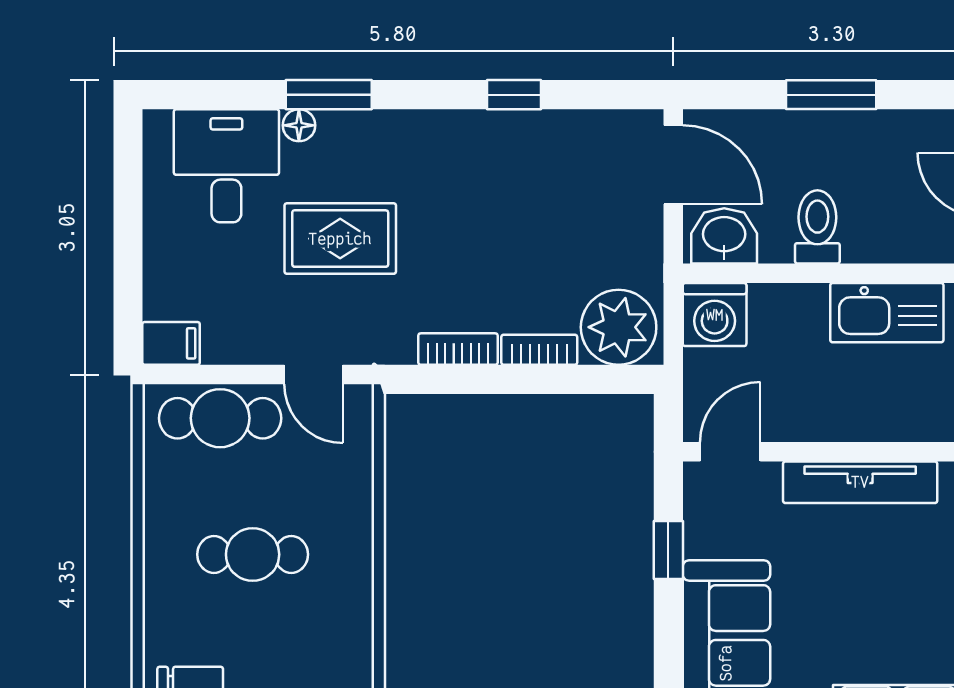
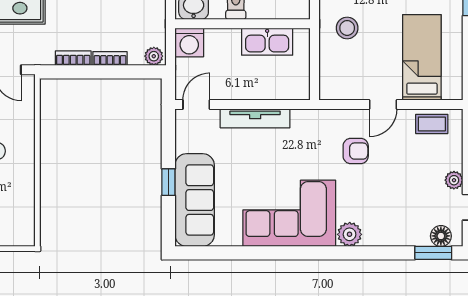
plant: (619, 327) -> (154, 56), width x0.53, depth x0.53
window: (668, 550) -> (168, 182), moved

